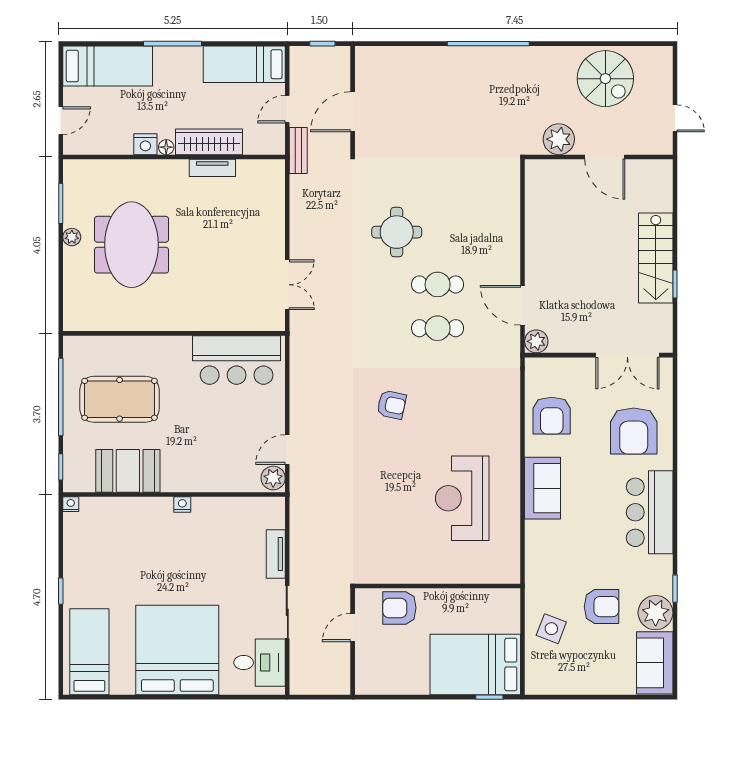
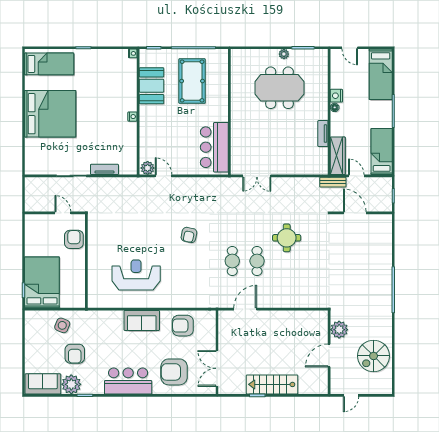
wardrobe: (209, 142) -> (338, 156), moved
plant: (536, 341) -> (225, 317), removed
desk: (259, 663) -> (43, 160), removed

